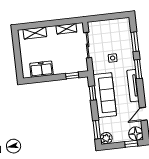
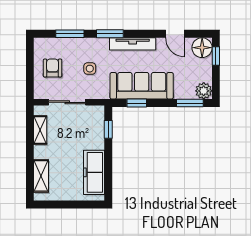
armchair: (110, 32) -> (53, 68), added
freezer: (41, 69) -> (94, 172), width x1.40

